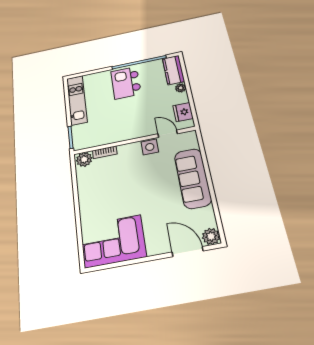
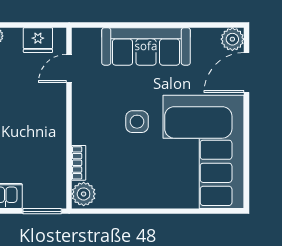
side table: (150, 147) -> (137, 122), moved
corner sofa: (113, 241) -> (204, 152), width x1.36, depth x1.36

